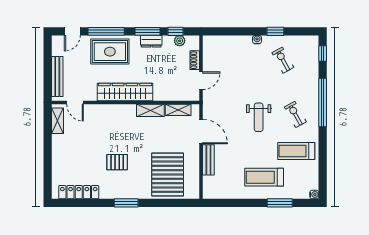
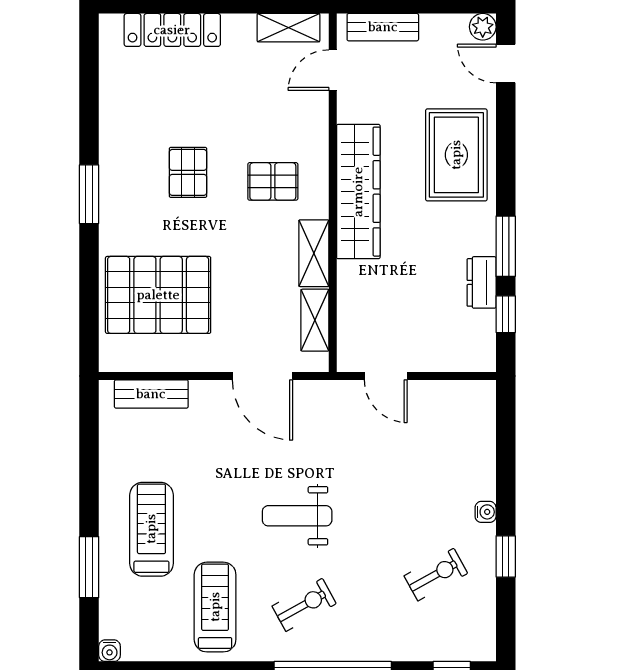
window: (106, 31) -> (506, 146), removed
dresser: (151, 41) -> (482, 282), moved
plant: (180, 41) -> (483, 27), moved
shoe rack: (195, 60) -> (436, 361), removed
bench: (57, 77) -> (383, 27), width x0.73
pallet: (121, 127) -> (273, 181), added
door: (201, 132) -> (262, 376), hinge flipped
bench: (208, 160) -> (151, 394), moved
locker: (79, 192) -> (172, 30), moved, turned 90

